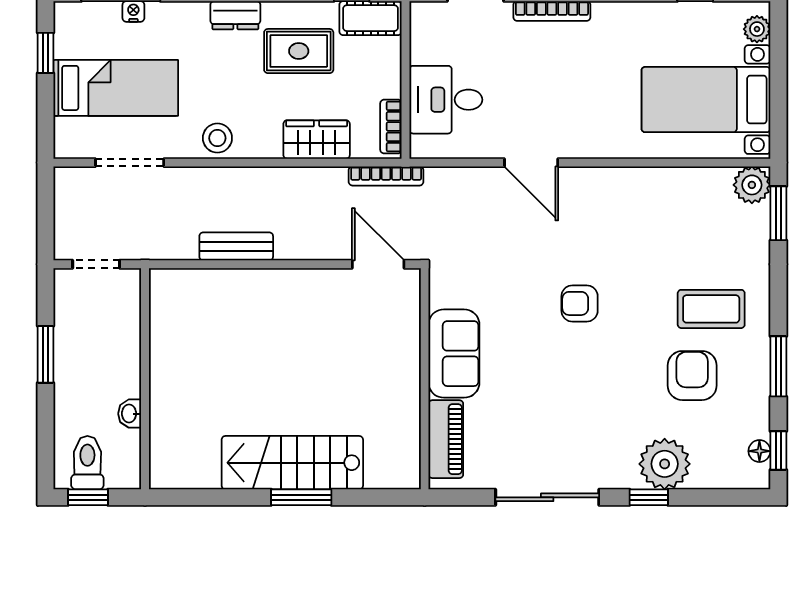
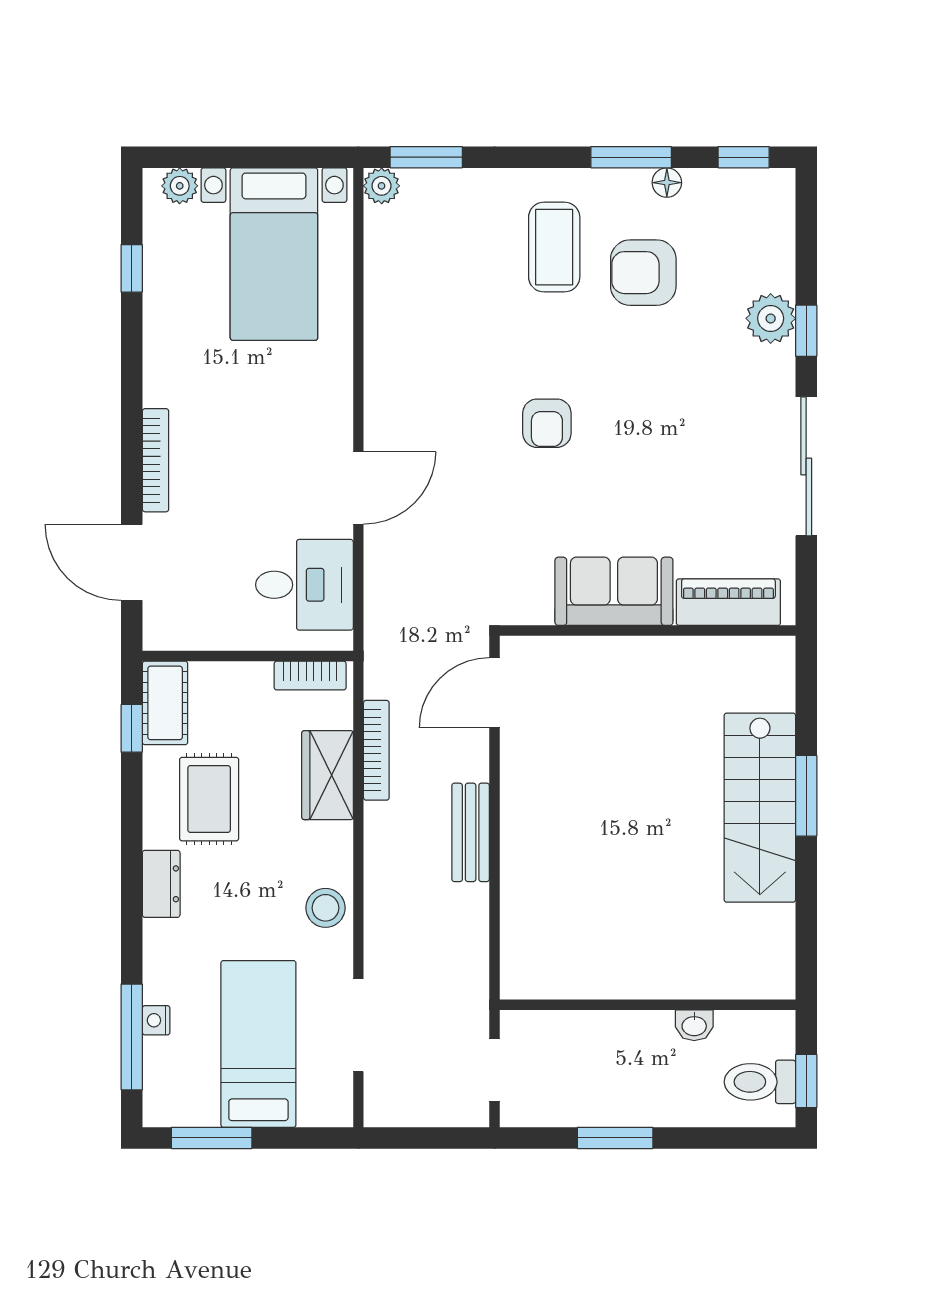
window: (45, 53) -> (212, 1138), width x1.50
desk: (446, 100) -> (304, 585), moved, turned -90
bookcase: (386, 176) -> (376, 750), moved
plant: (752, 185) -> (382, 186), width x0.73, depth x0.73
bench: (236, 246) -> (471, 832), moved
floor lamp: (759, 451) -> (667, 183), moved
plant: (665, 464) -> (771, 318), width x0.73, depth x0.73

